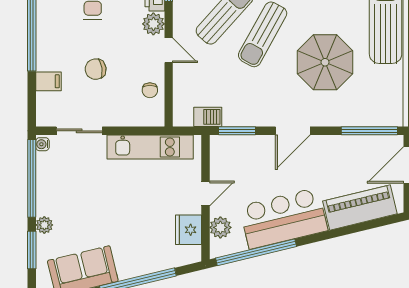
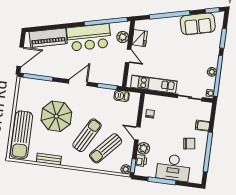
chair: (96, 69) -> (189, 144), moved
door: (205, 194) -> (128, 56), swing flipped
plant: (44, 225) -> (212, 72), moved

